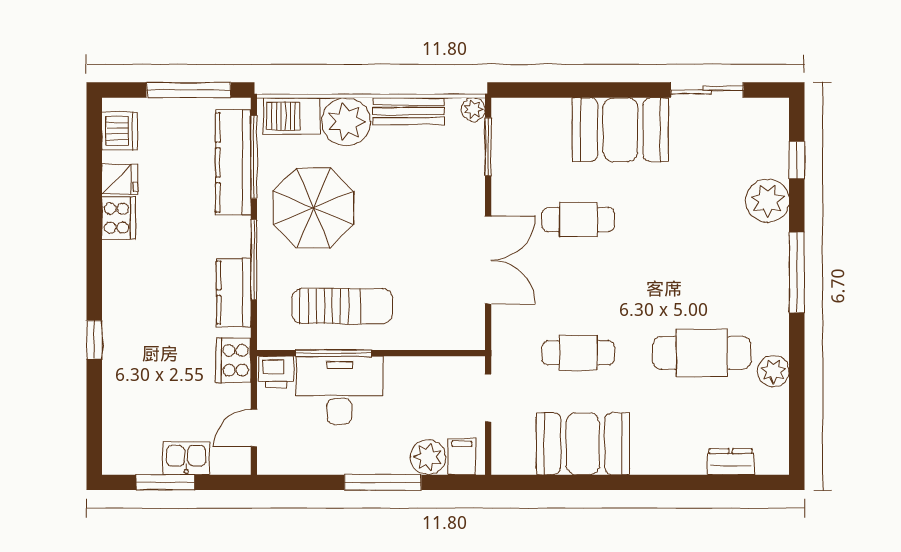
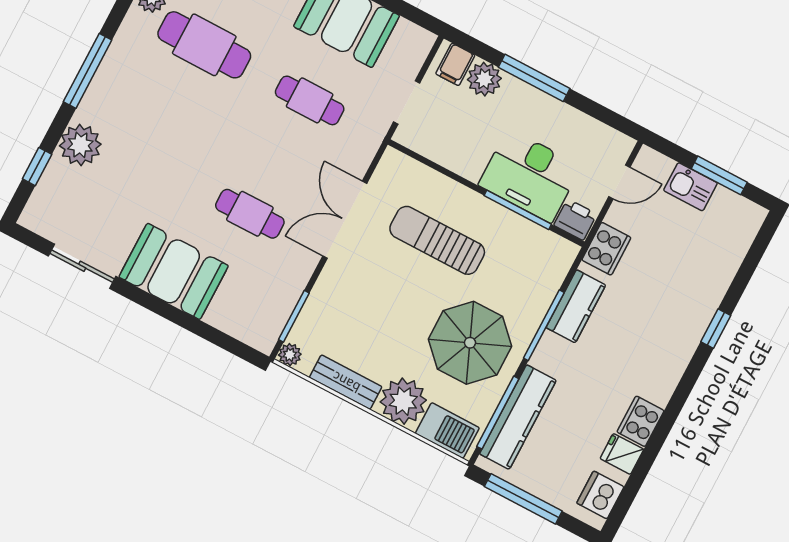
sun lounger: (342, 306) -> (437, 240), moved

